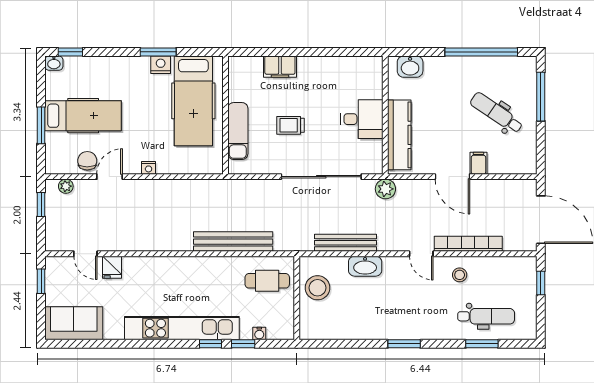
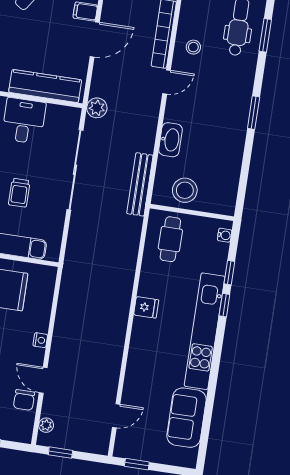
chair: (87, 161) -> (24, 400), turned -90
bench: (233, 242) -> (126, 267), removed
bench: (345, 243) -> (140, 184), moved
fridge: (112, 267) -> (146, 307), moved
sofa: (74, 323) -> (186, 418), moved
water cooler: (259, 334) -> (225, 235), moved

